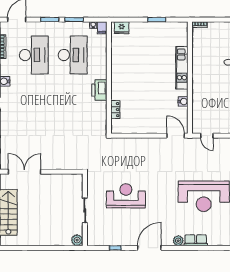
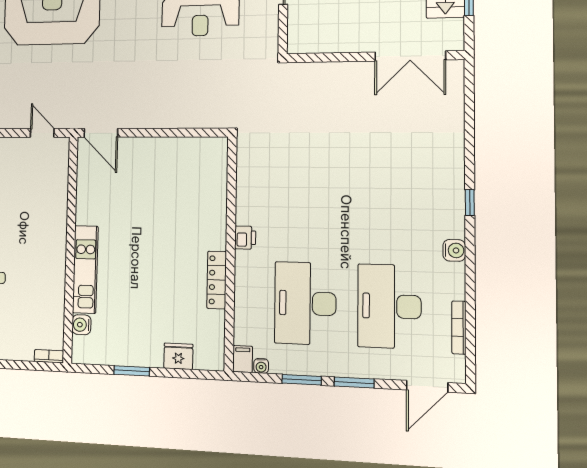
fridge: (122, 28) -> (178, 356), moved
printer: (99, 90) -> (245, 238), width x0.53, depth x0.68
water cooler: (183, 101) -> (81, 325), moved
locker: (115, 110) -> (217, 280), moved, width x1.53

